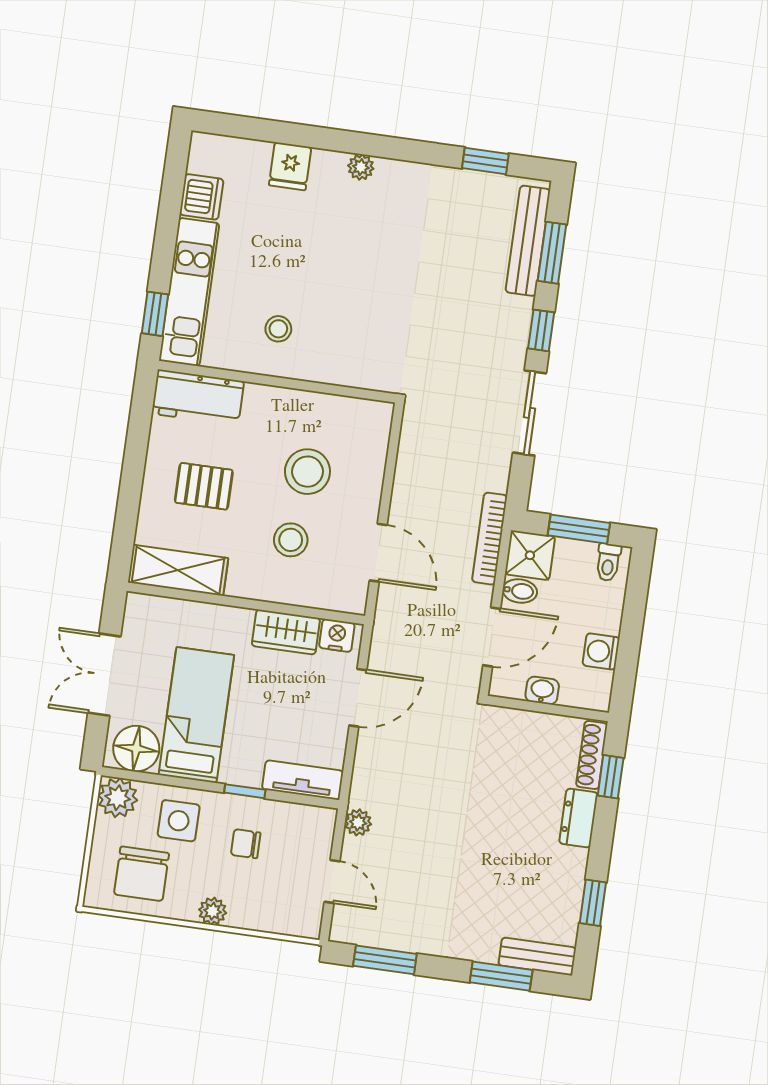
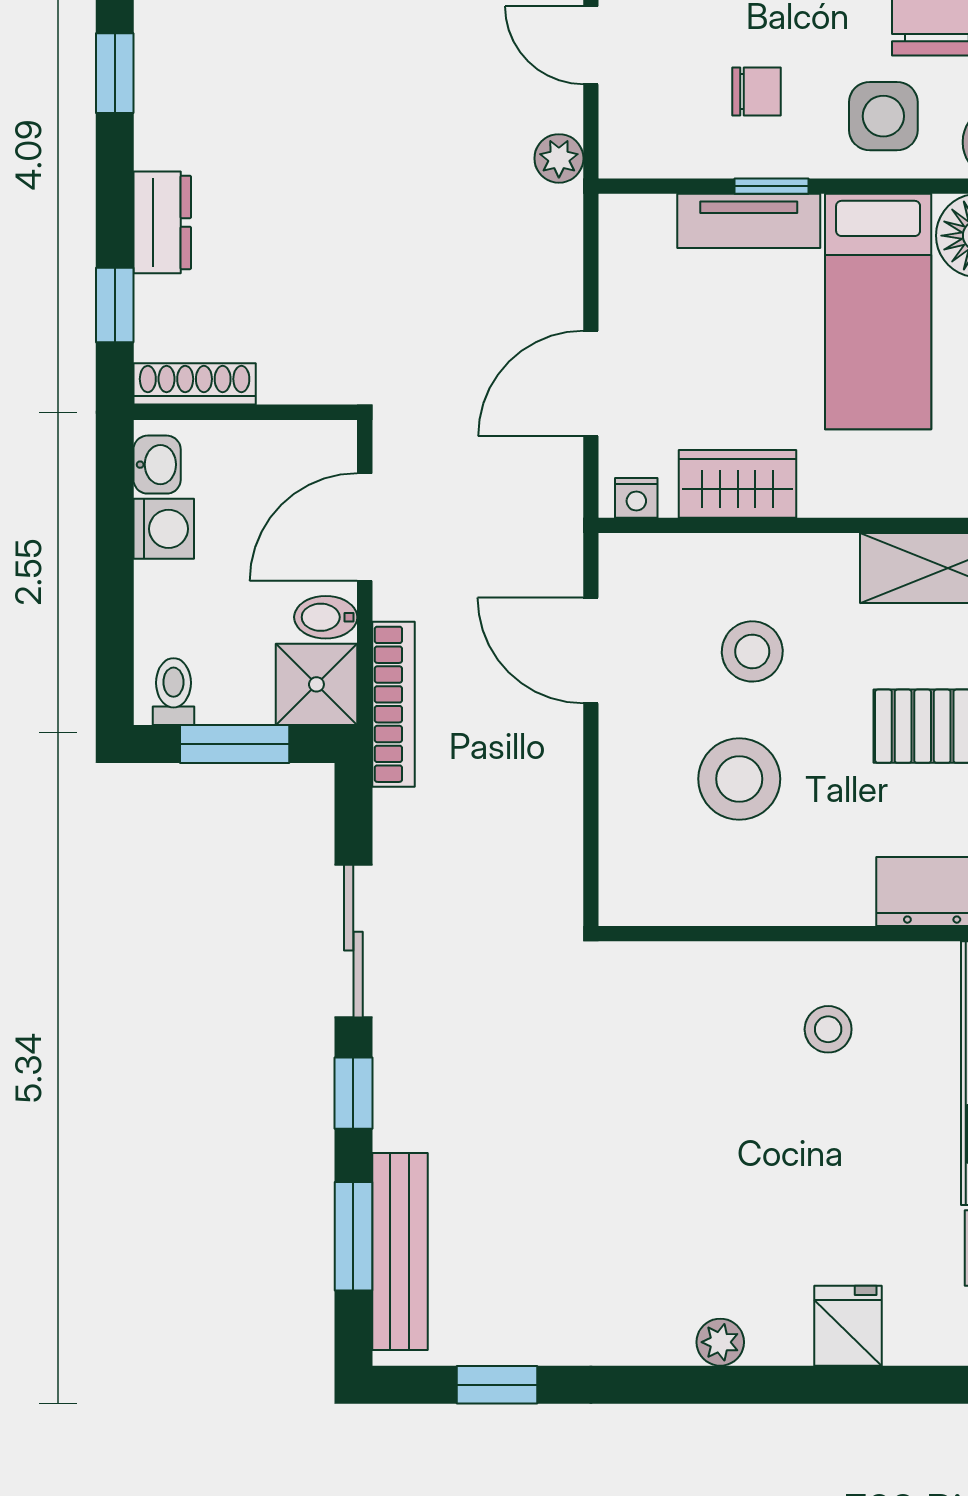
nightstand: (337, 635) -> (636, 498), width x0.72, depth x0.74
washbasin: (542, 691) -> (157, 465), moved, turned -90
shoe rack: (592, 755) -> (195, 384), moved, turned -90
tv unit: (303, 780) -> (749, 221), moved

